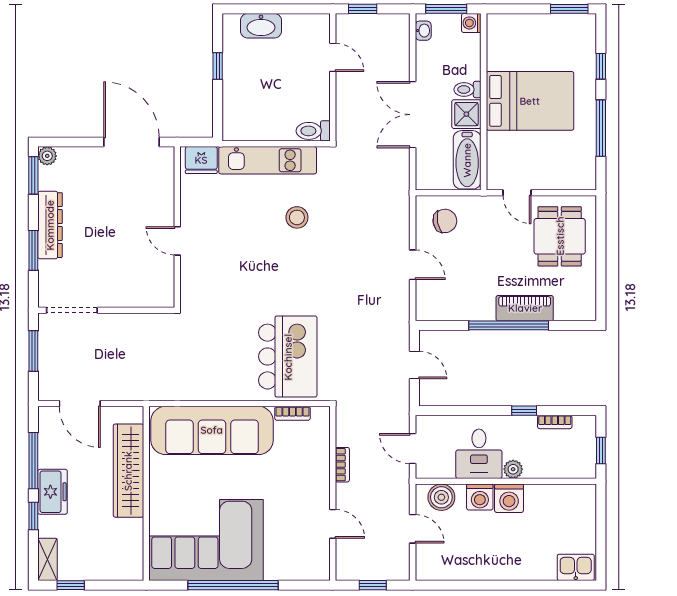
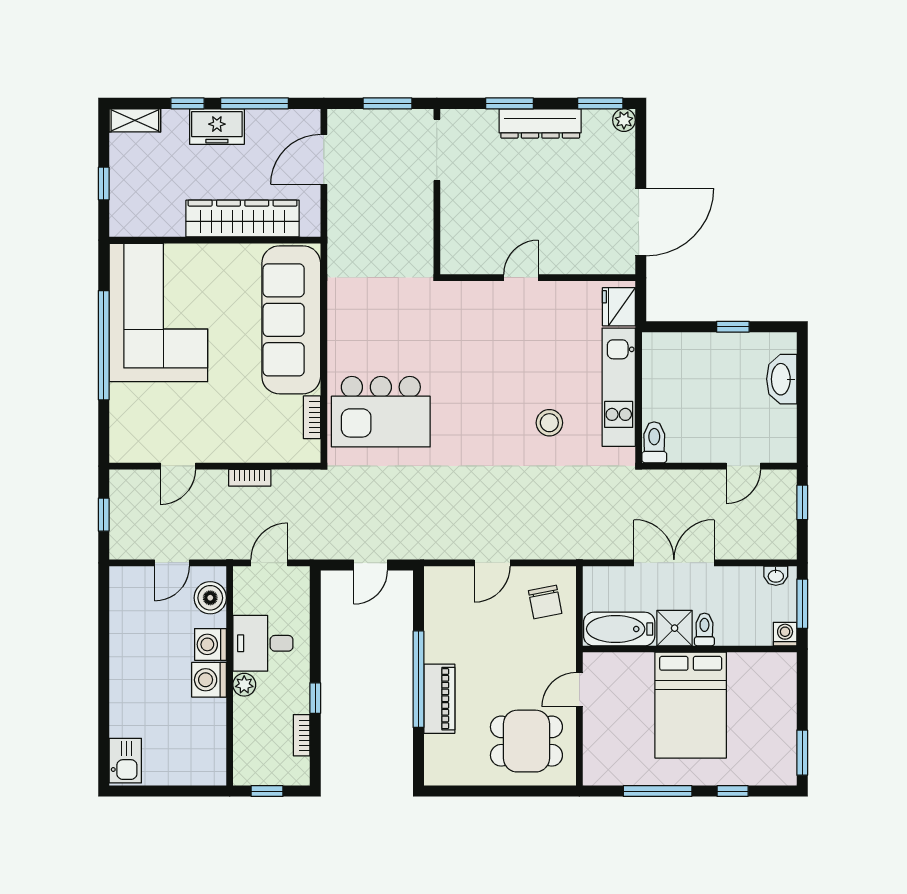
window: (71, 585) -> (104, 183), moved

